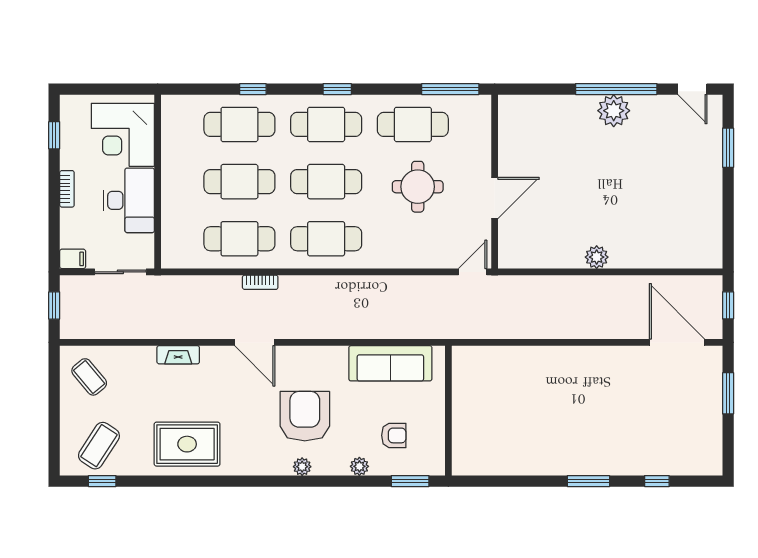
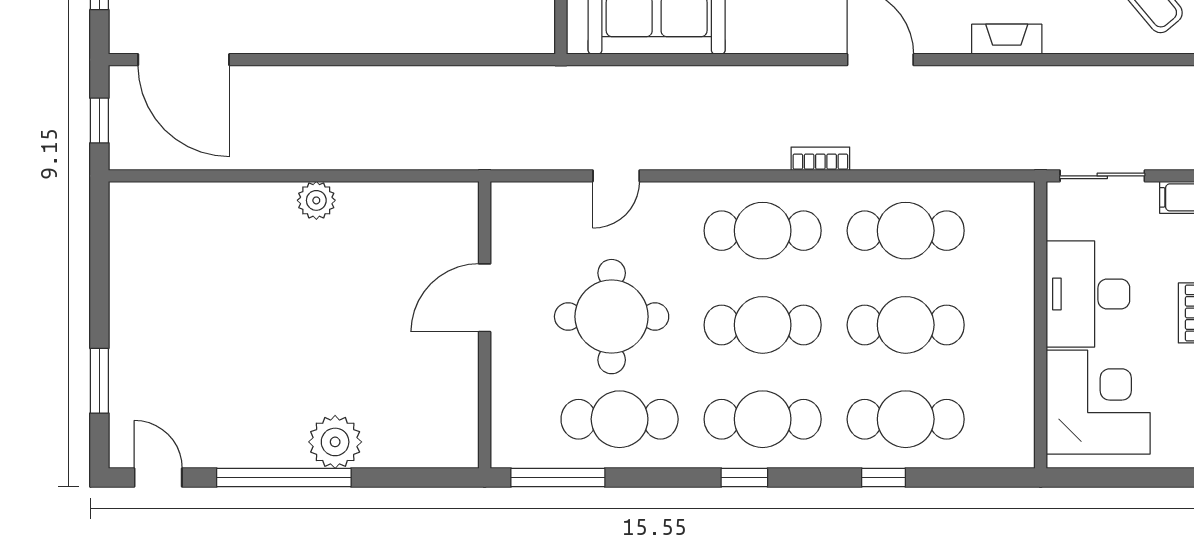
plant: (614, 111) -> (335, 442), moved
round table: (418, 187) -> (612, 317), width x1.36, depth x1.36
door: (473, 272) -> (616, 176), moved
bookcase: (260, 282) -> (820, 159), moved

